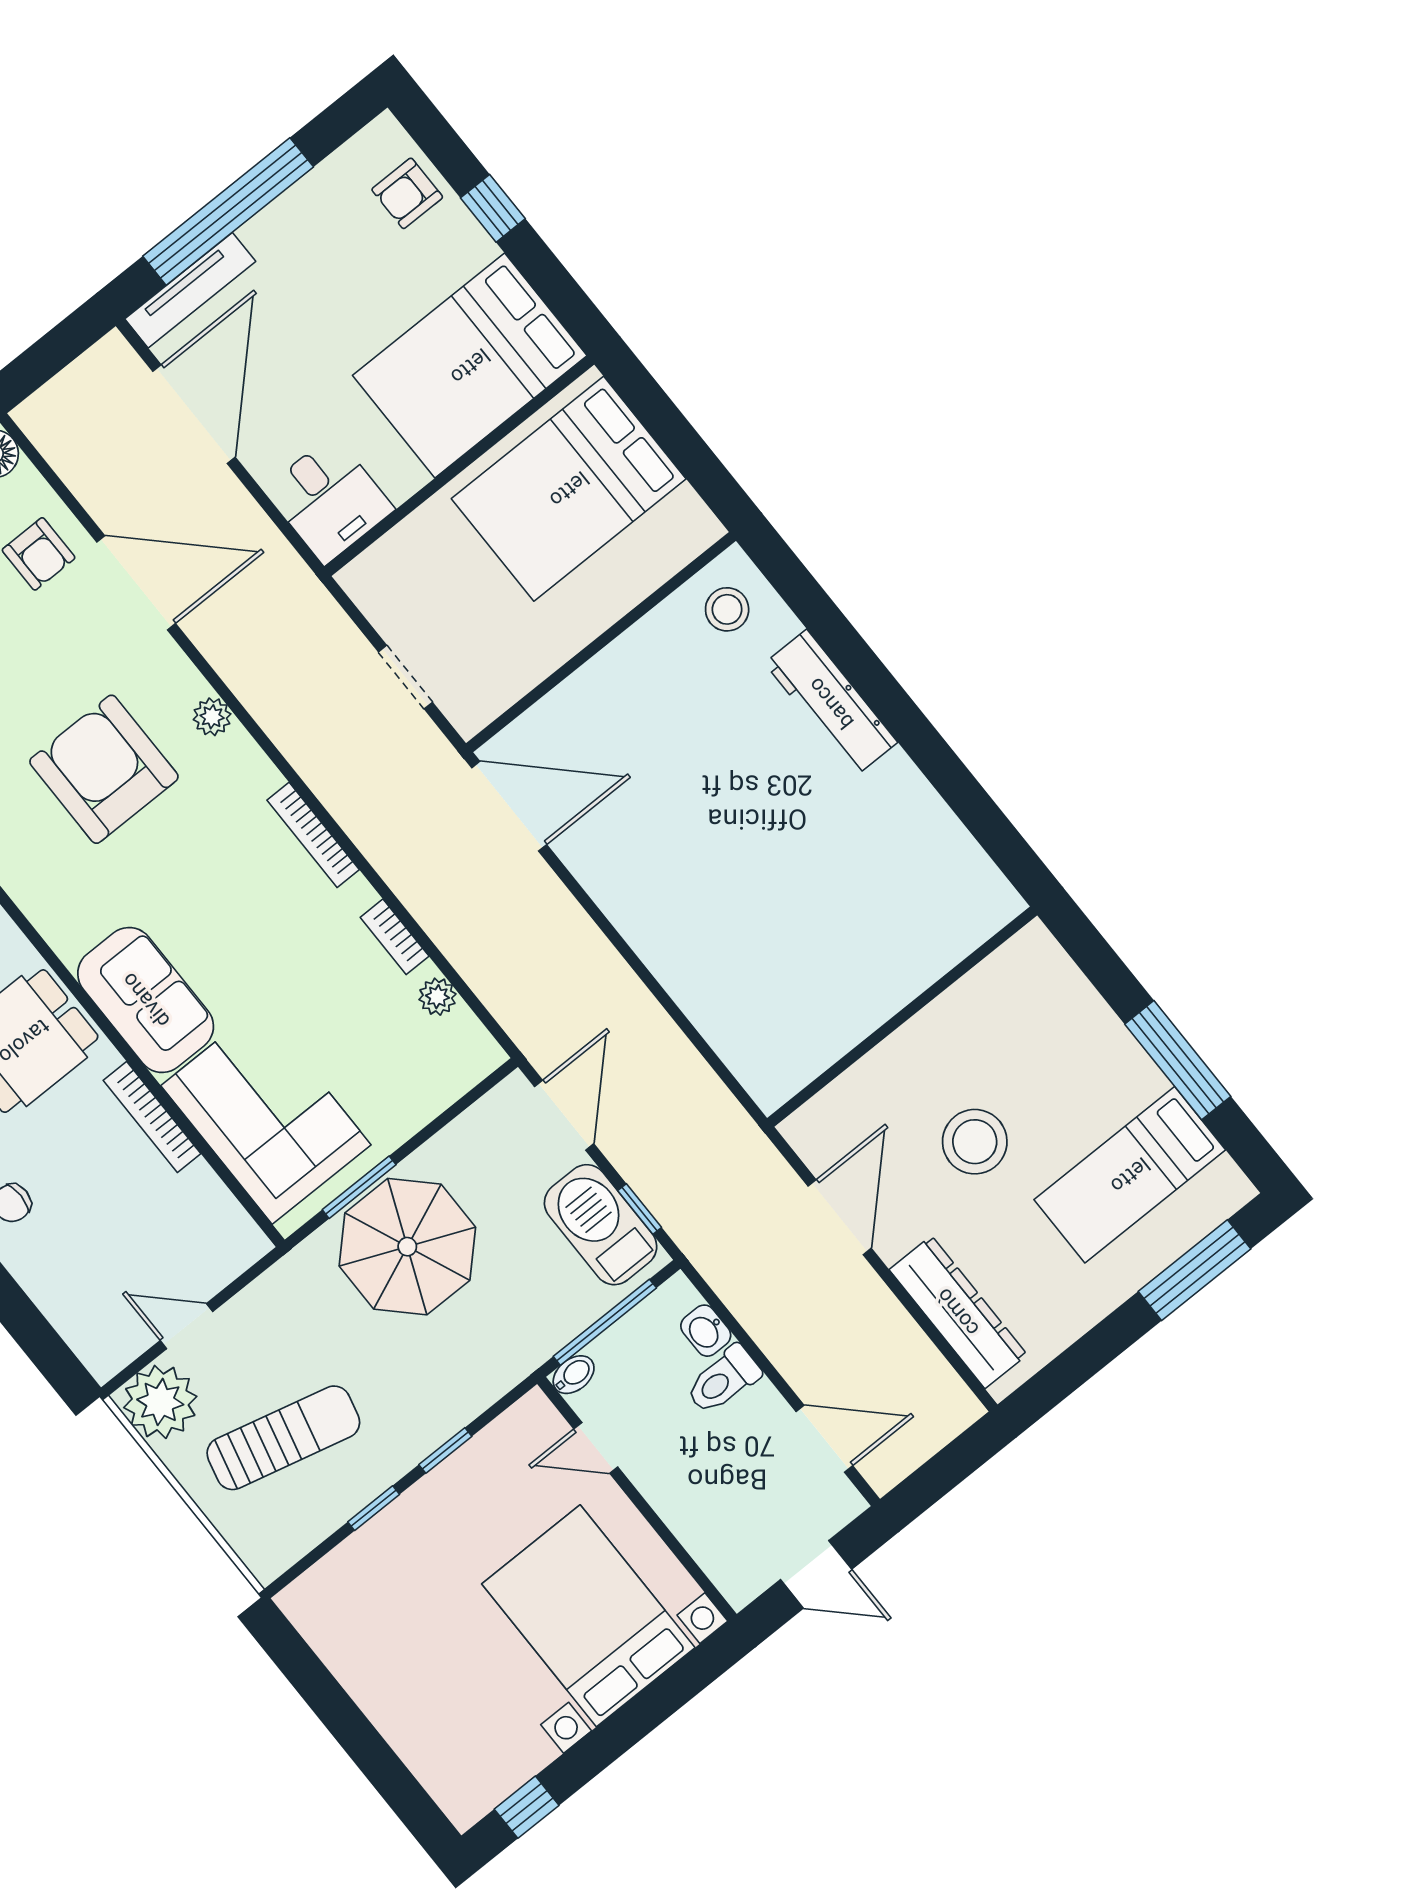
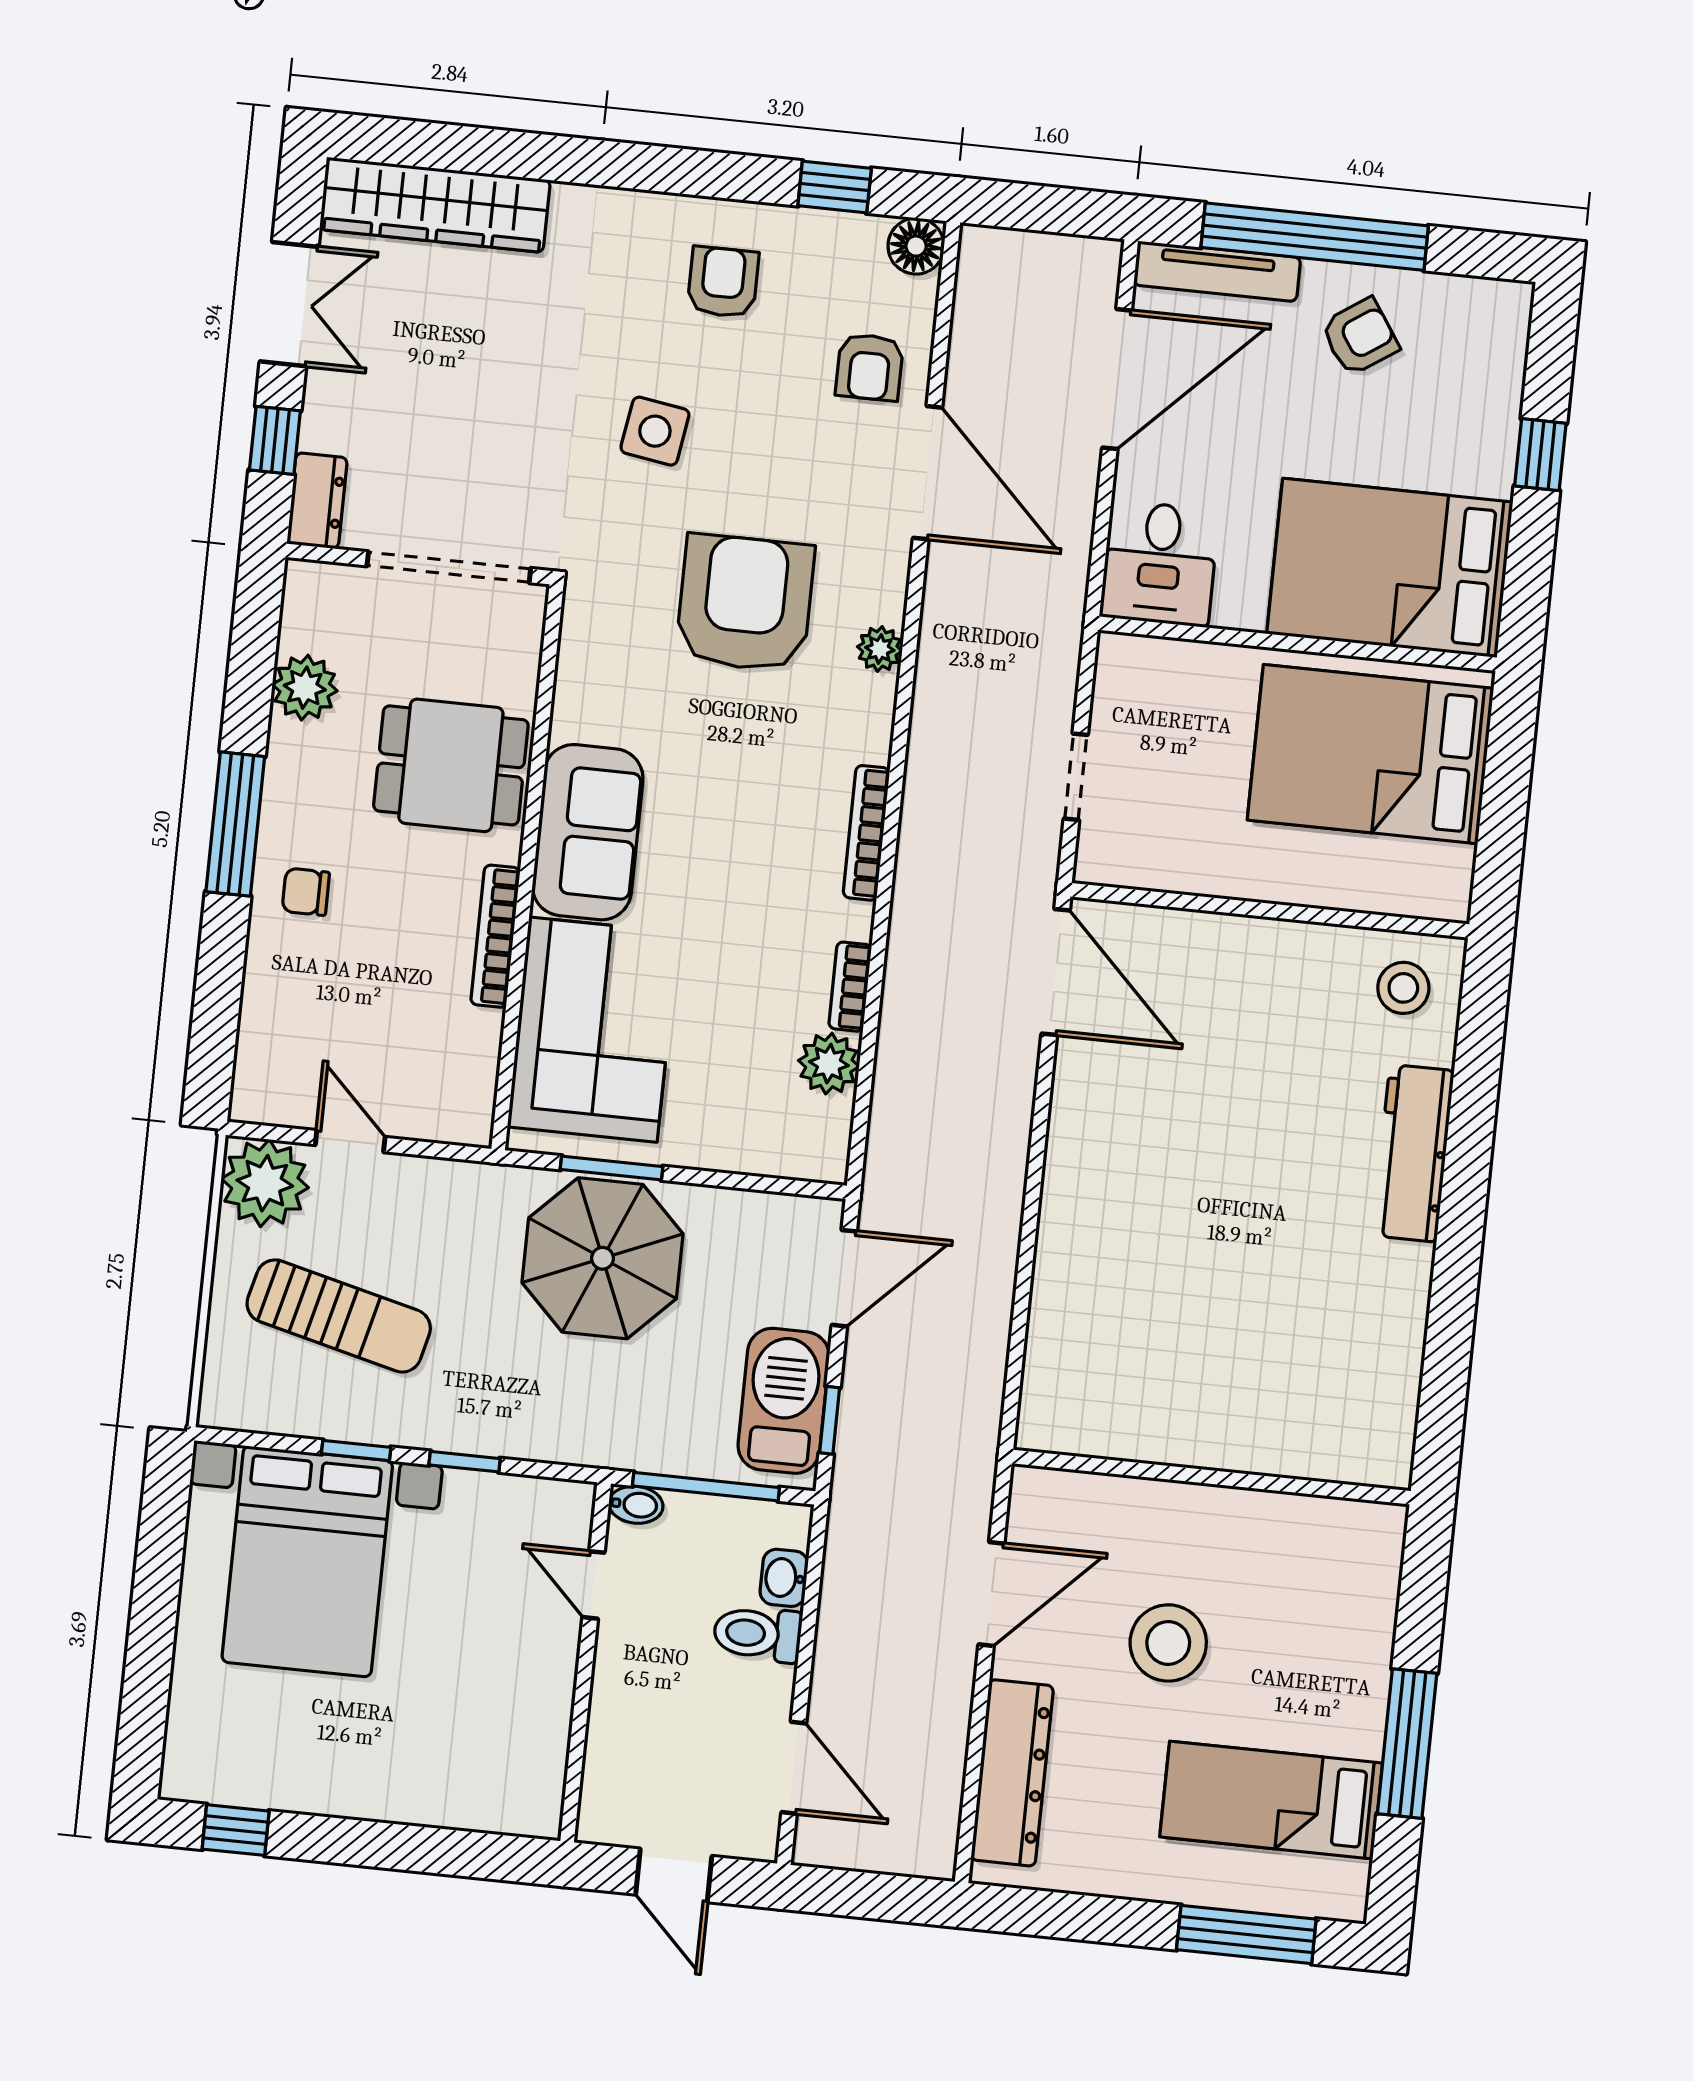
armchair: (407, 193) -> (1360, 337), moved, turned 146
plant: (437, 997) -> (829, 1064), width x1.38, depth x1.38
bed with nightstands: (588, 1616) -> (307, 1561), moved, turned 180

